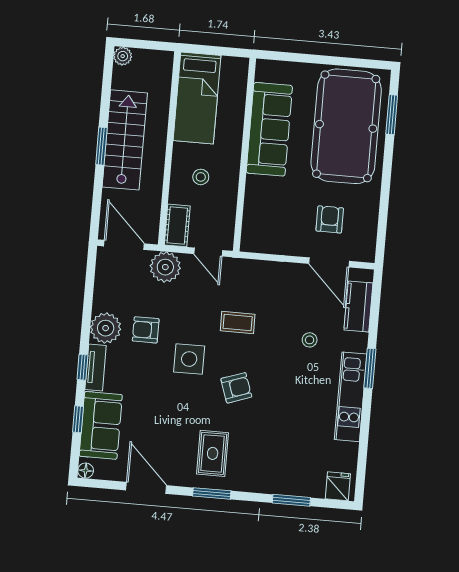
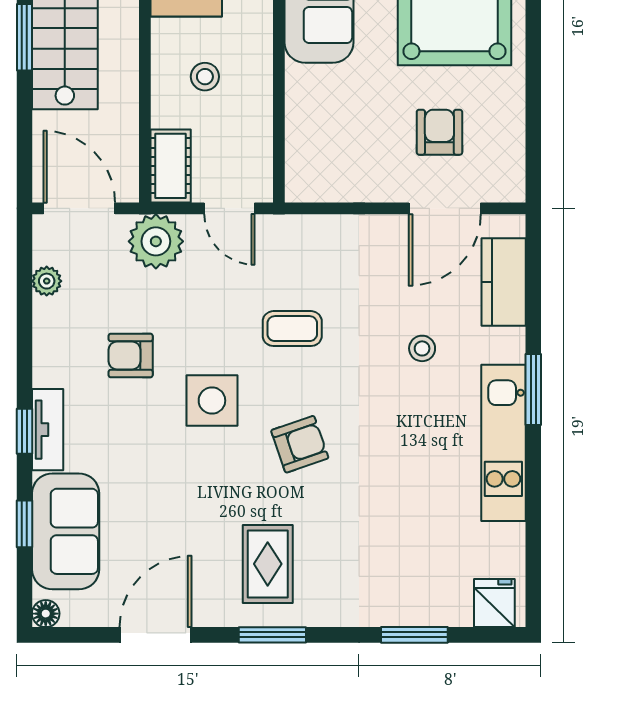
door: (329, 262) -> (445, 208), hinge flipped
plant: (106, 328) -> (47, 281), moved, width x0.53, depth x0.53
door: (146, 488) -> (156, 635), hinge flipped

